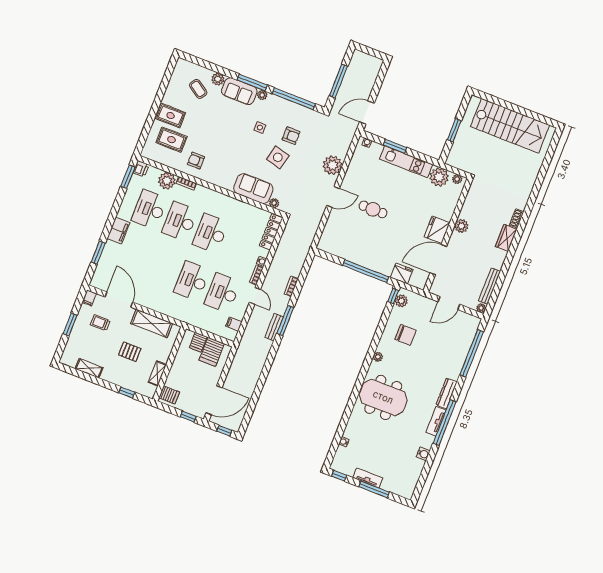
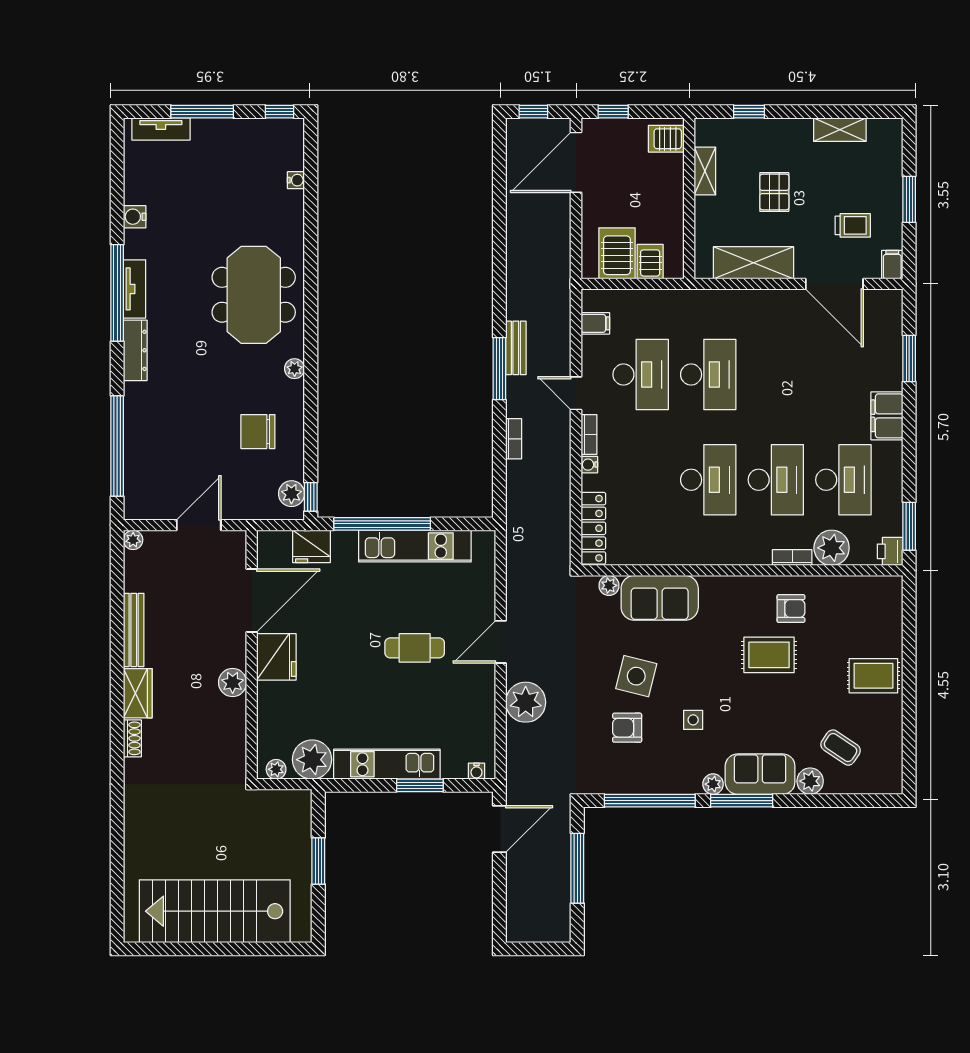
rug: (172, 140) -> (769, 655), moved
kitchen unit: (355, 255) -> (415, 546), added
bench: (489, 286) -> (134, 630), moved
pallet: (130, 352) -> (774, 192), turned 90
meeting table: (383, 397) -> (254, 295), turned 90
tv unit: (368, 478) -> (161, 129), moved

